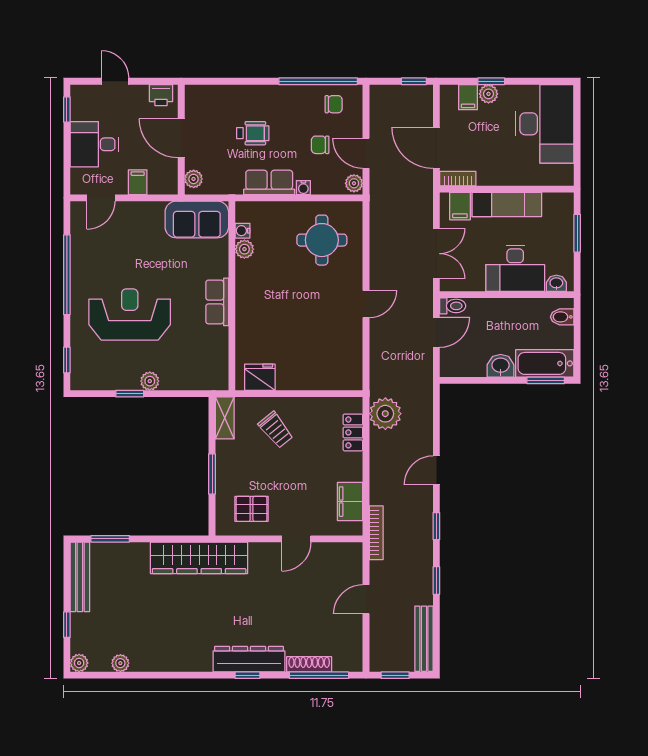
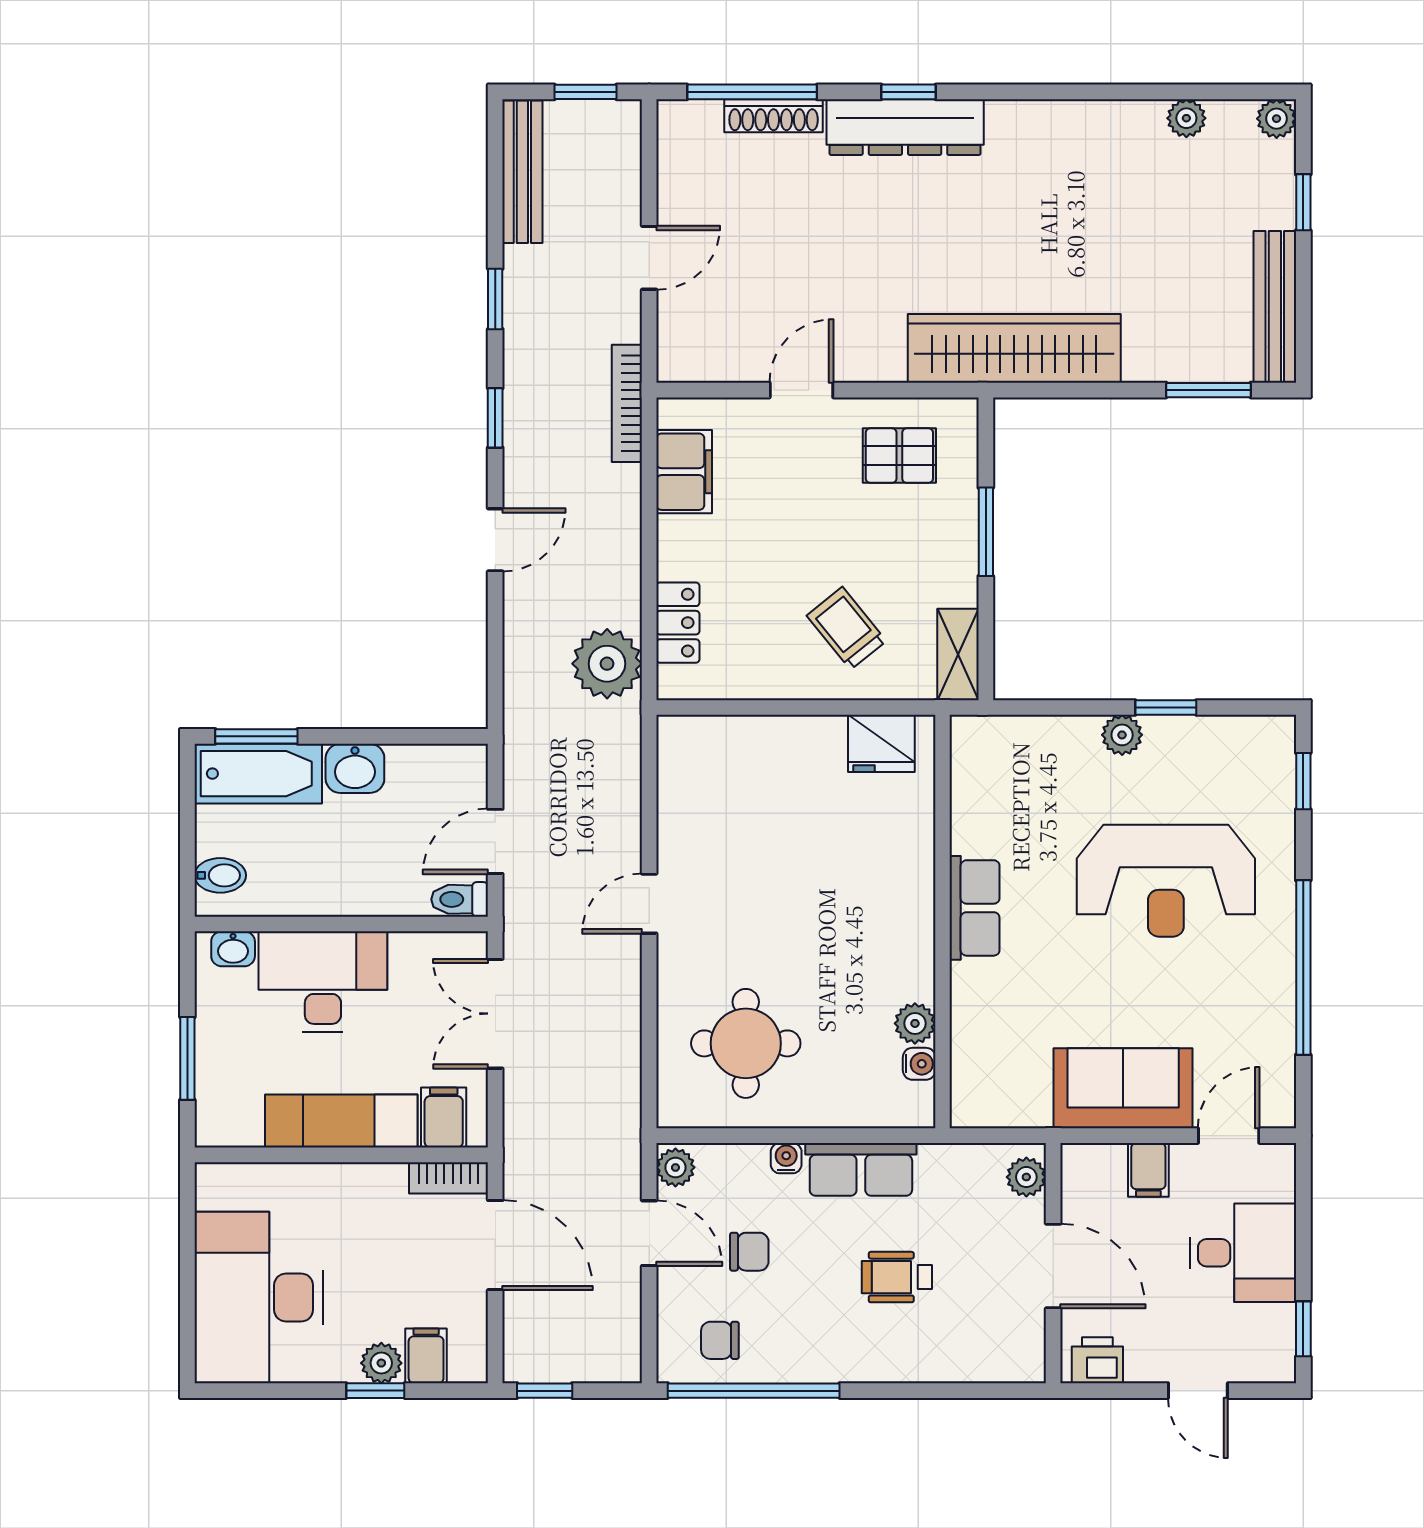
sofa: (197, 219) -> (1123, 1088), moved

